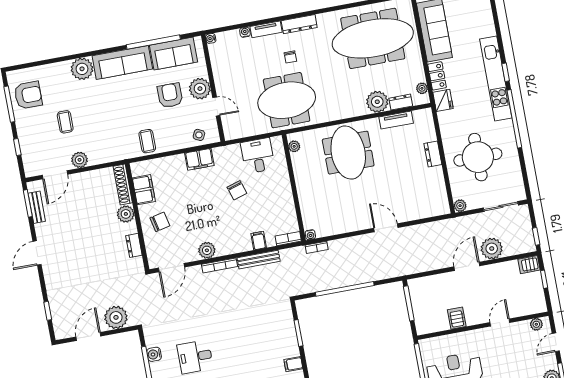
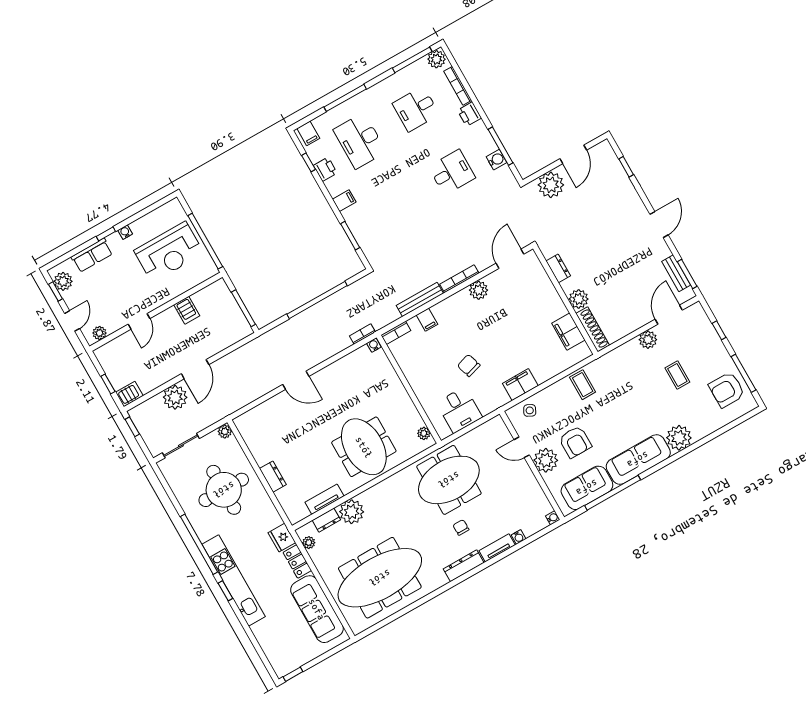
chair: (160, 222) -> (539, 303), removed

